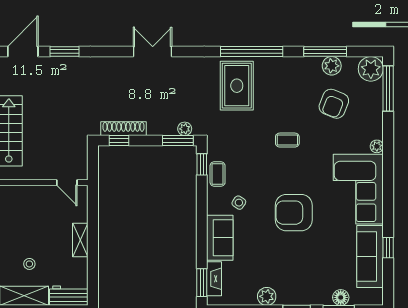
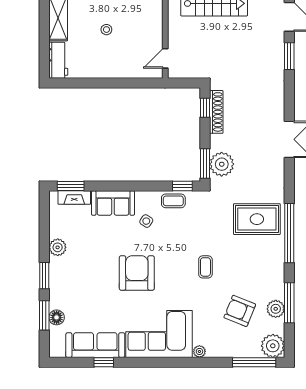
plant: (185, 129) -> (222, 164), width x1.88, depth x1.88
shelving: (80, 240) -> (111, 71), removed
stool: (29, 264) -> (106, 30), moved

